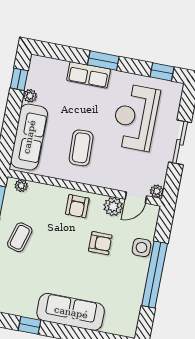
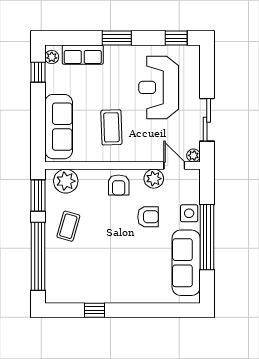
row of seats: (89, 75) -> (83, 55), moved
plant: (30, 96) -> (52, 57), moved
sliding door: (180, 142) -> (207, 120), moved
plant: (21, 186) -> (66, 181), width x1.87, depth x1.87
door: (136, 198) -> (174, 166), swing flipped
sofa: (71, 312) -> (186, 263), moved, turned -90

